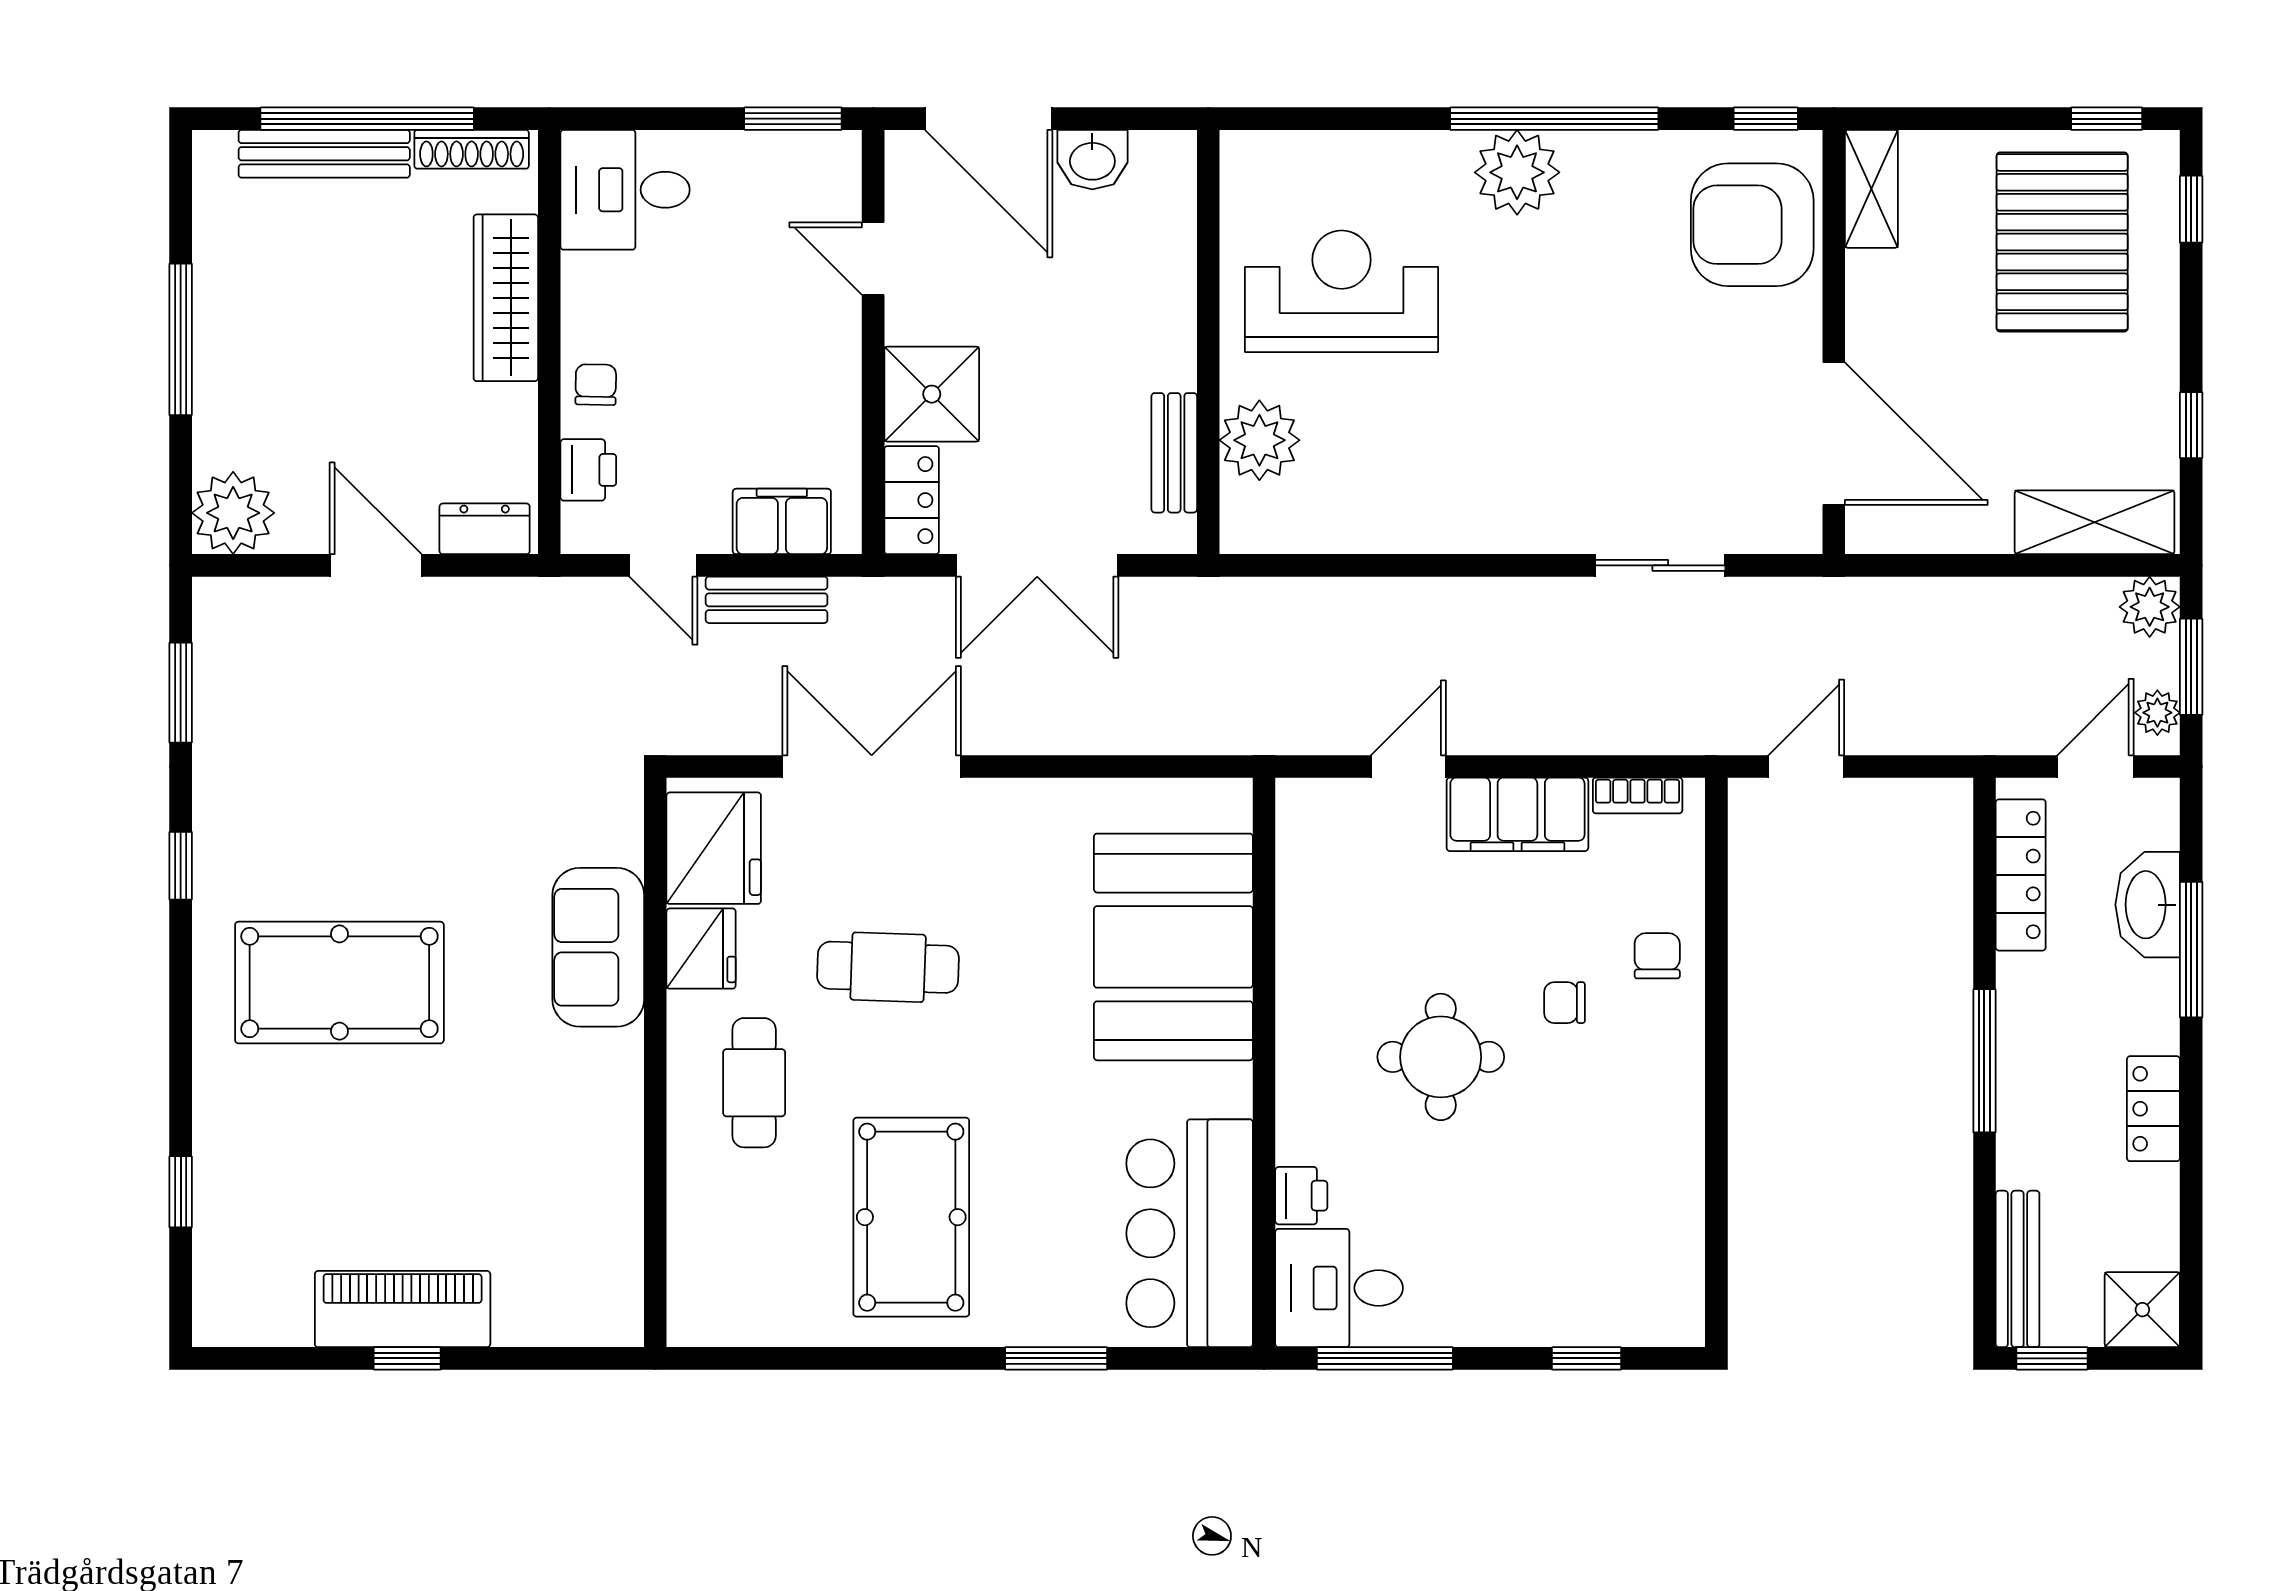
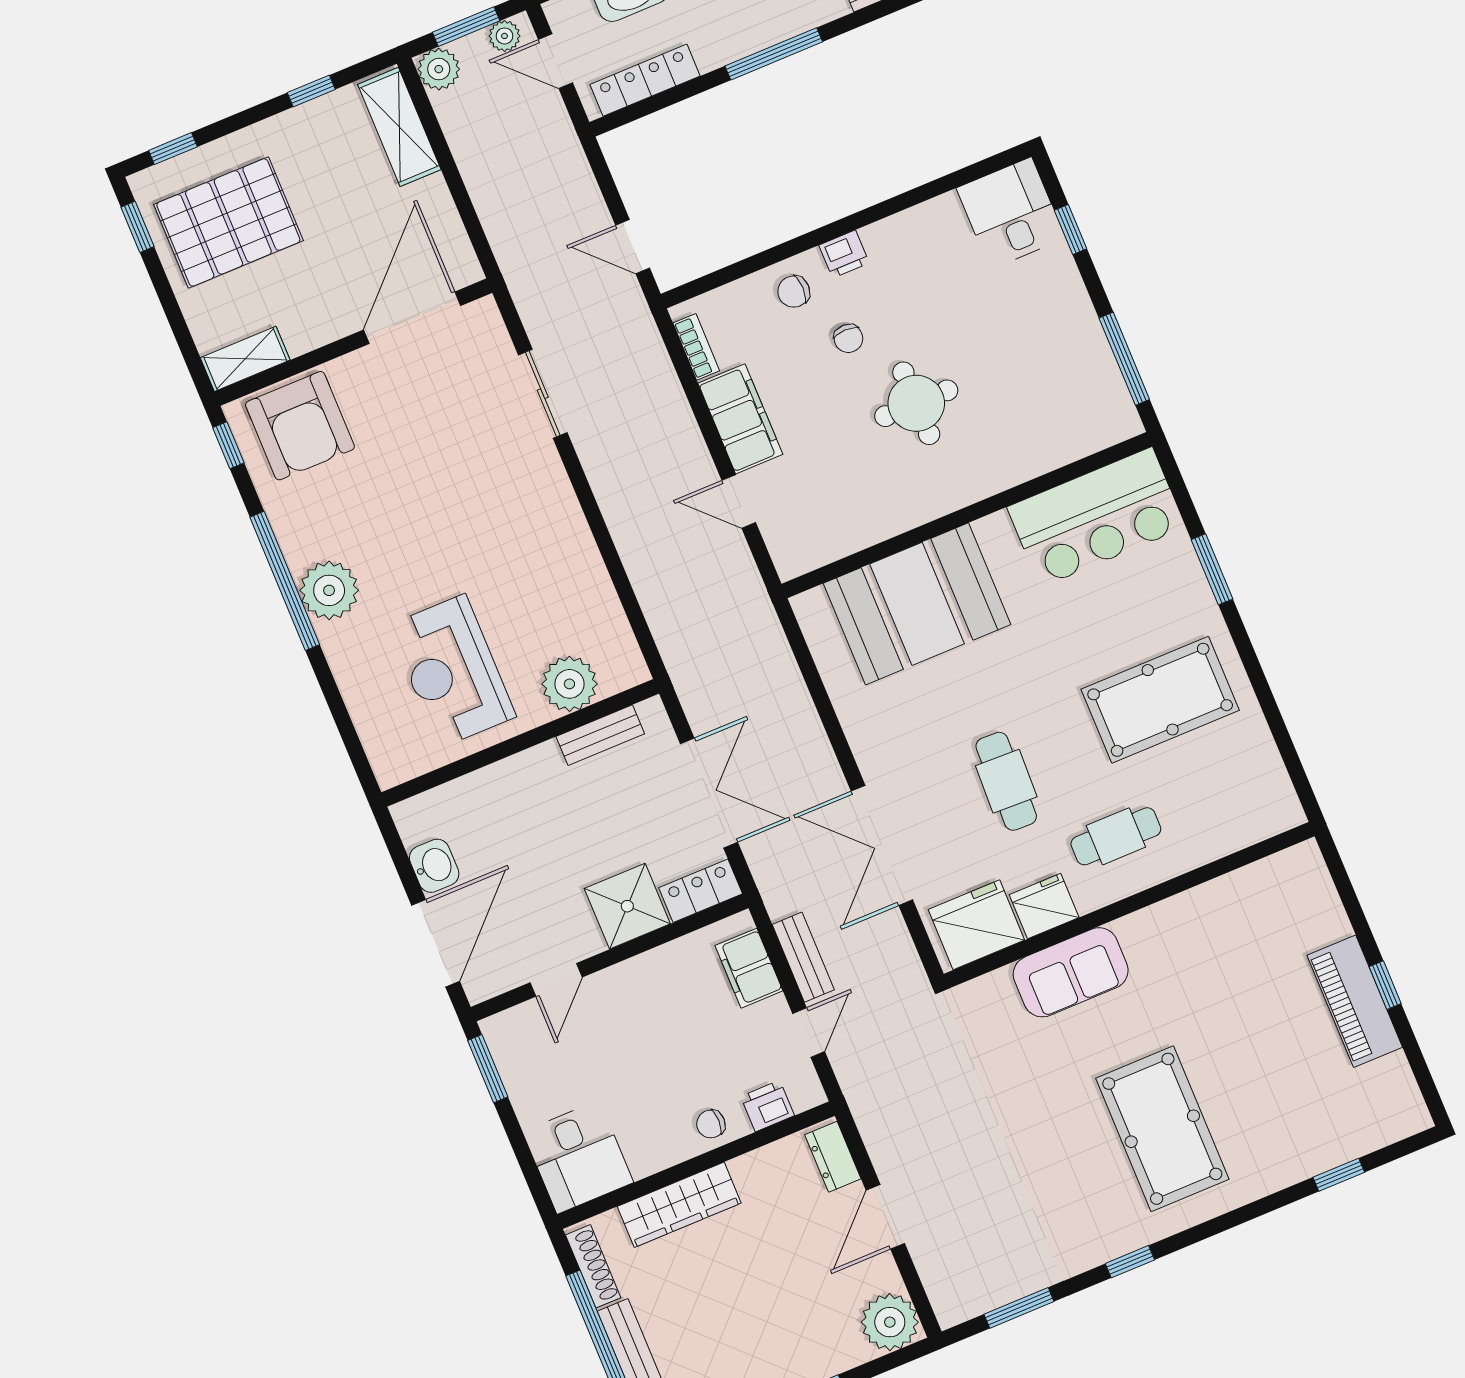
printer: (1301, 1196) -> (844, 254), moved, turned 180
desk: (1339, 1288) -> (1011, 213), moved, turned 180

